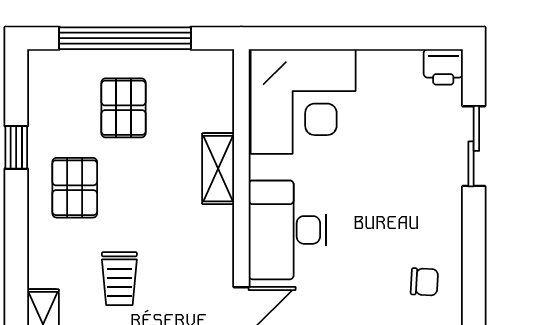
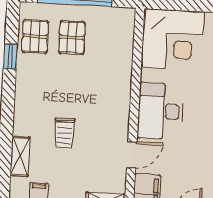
shelving: (218, 169) -> (123, 74), removed
pallet: (75, 188) -> (35, 36), moved

